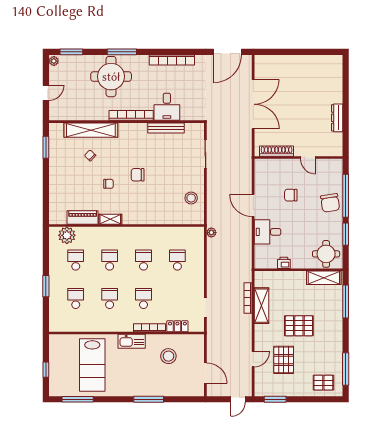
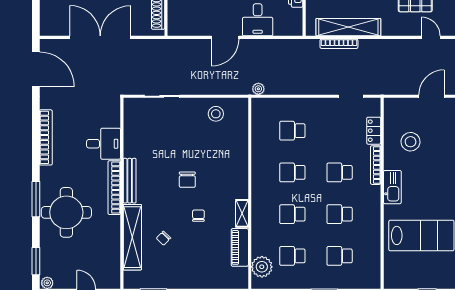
bench: (166, 128) -> (130, 181), moved
shelving: (261, 306) -> (348, 27), width x1.47
door: (253, 359) -> (431, 37), moved

